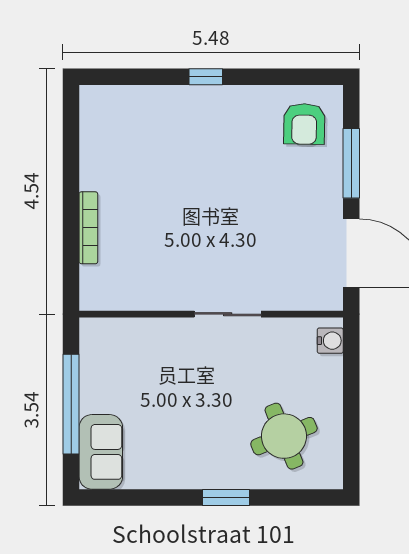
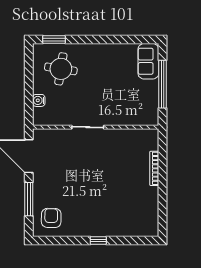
water cooler: (330, 341) -> (39, 100), moved
round table: (284, 436) -> (61, 69), turned 31
window: (226, 497) -> (54, 40), moved

